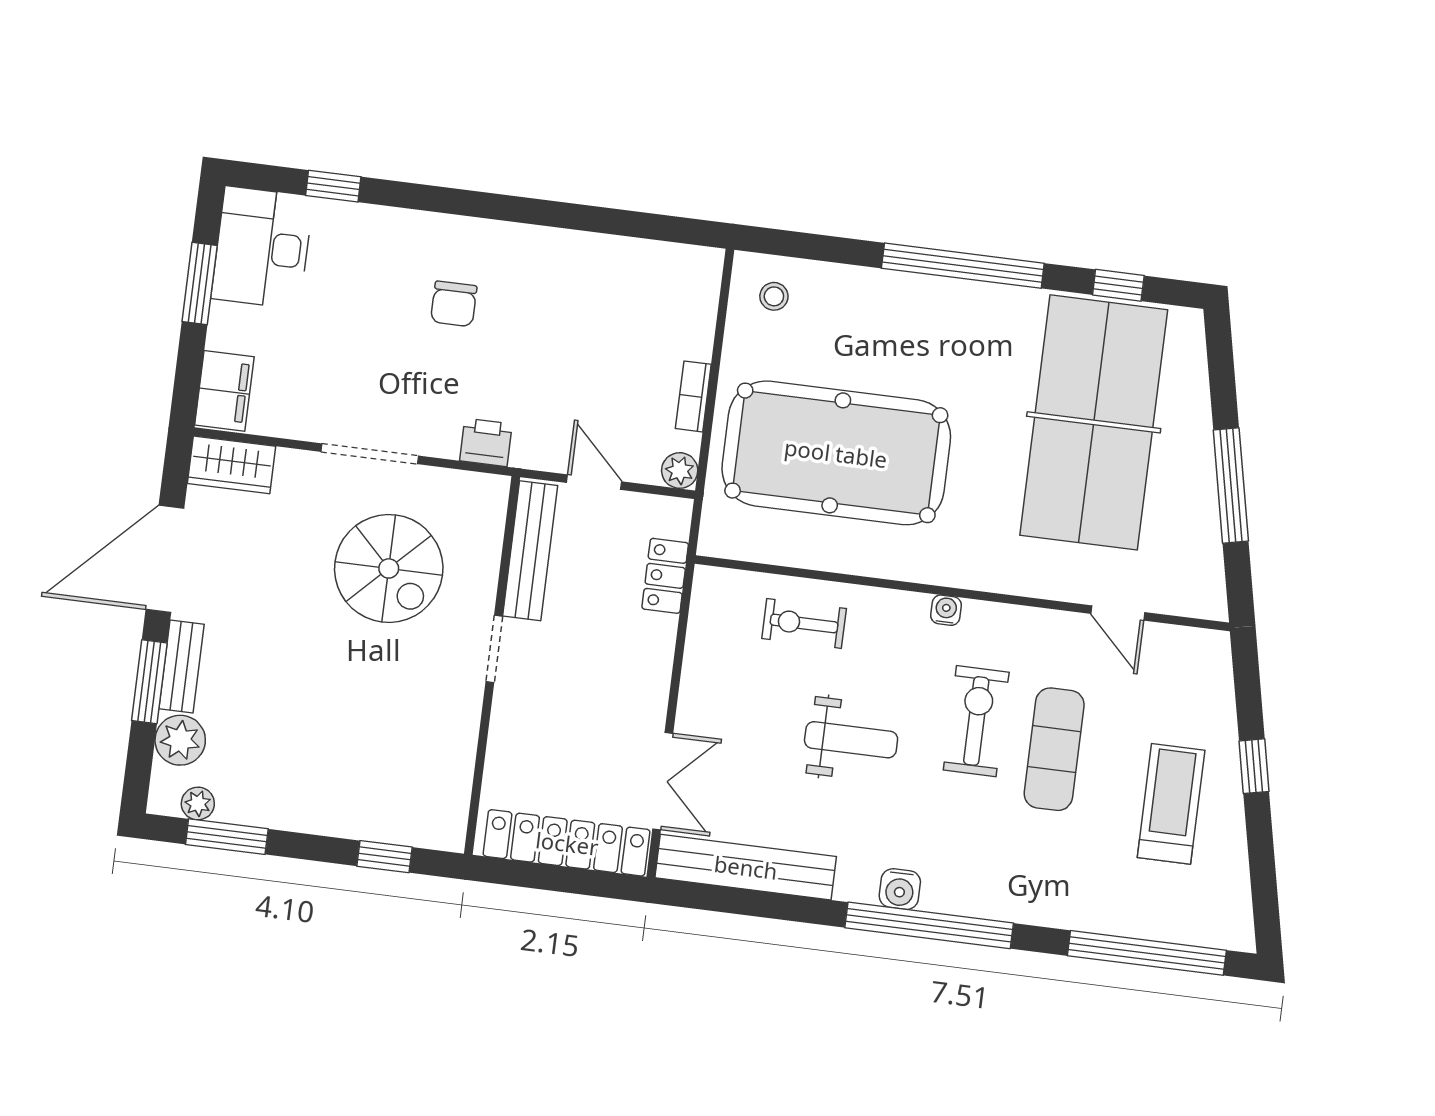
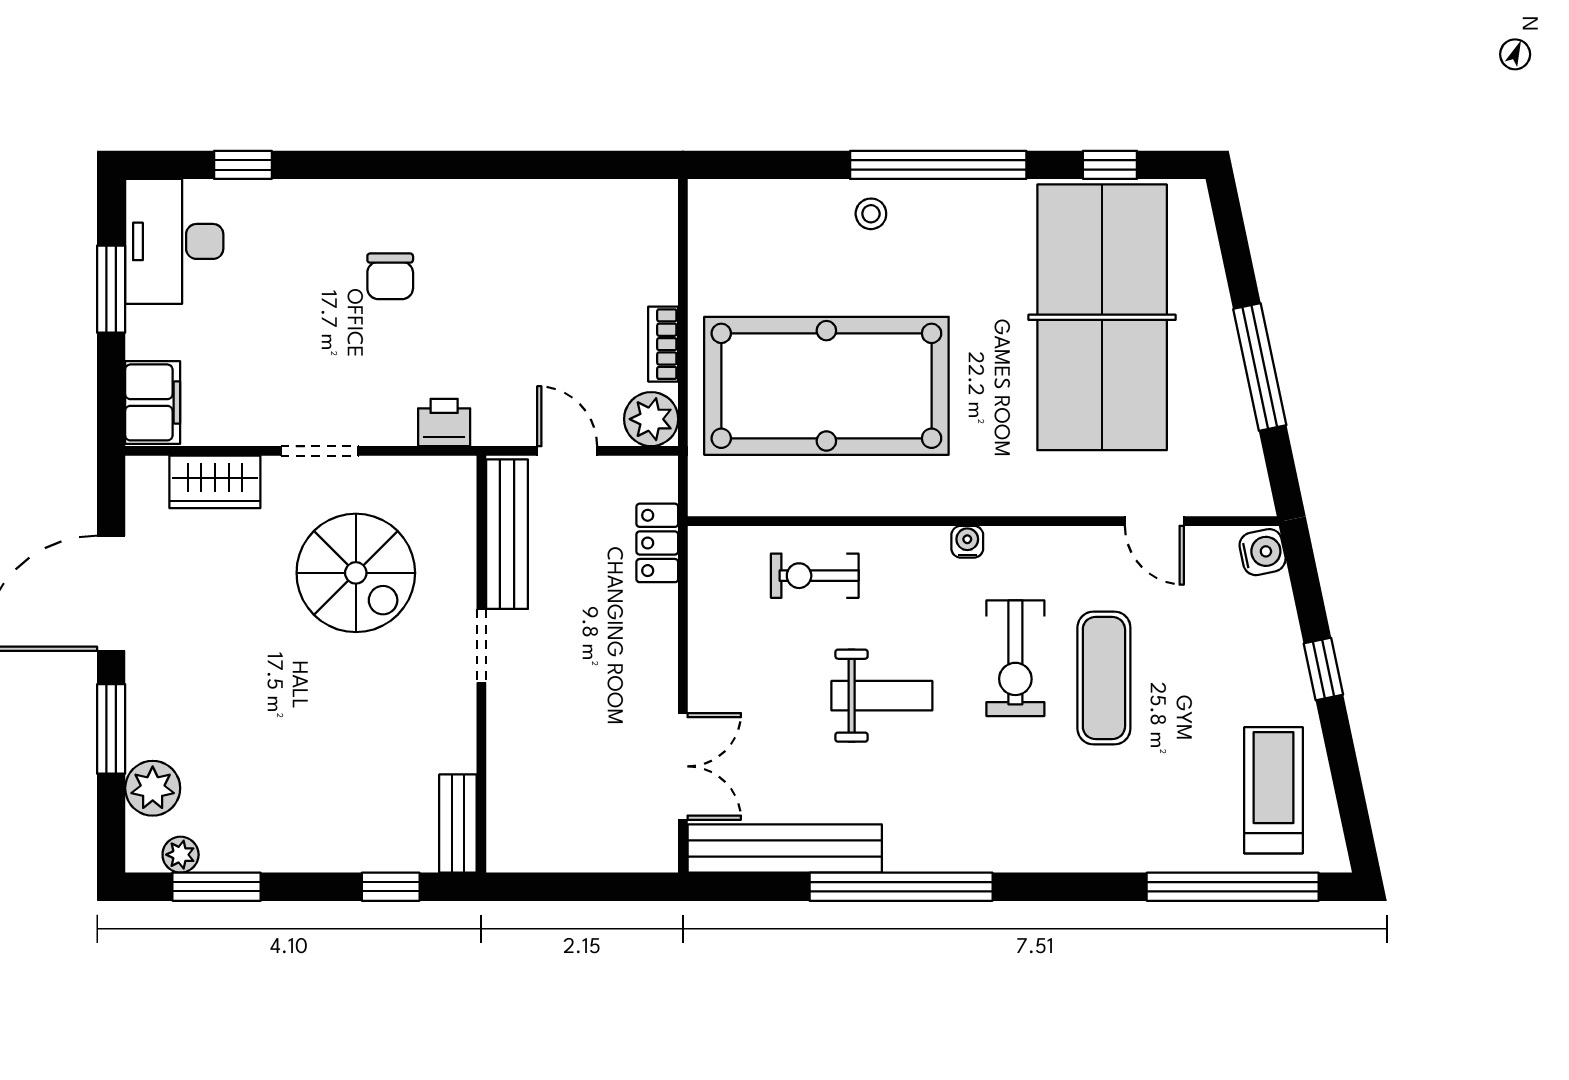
stool: (774, 296) -> (871, 214), moved
doorway: (370, 454) -> (319, 451), width x0.73
wardrobe: (232, 465) -> (215, 482), moved
plant: (680, 471) -> (651, 419), width x1.38, depth x1.38
bench: (181, 666) -> (458, 824), moved
exercise bike: (976, 721) -> (1015, 658), turned 180
treadmill: (1171, 804) -> (1274, 790), moved
locker: (567, 843) -> (587, 847), removed
water cooler: (900, 889) -> (1263, 552), moved, turned -102
window: (929, 925) -> (901, 887), moved

